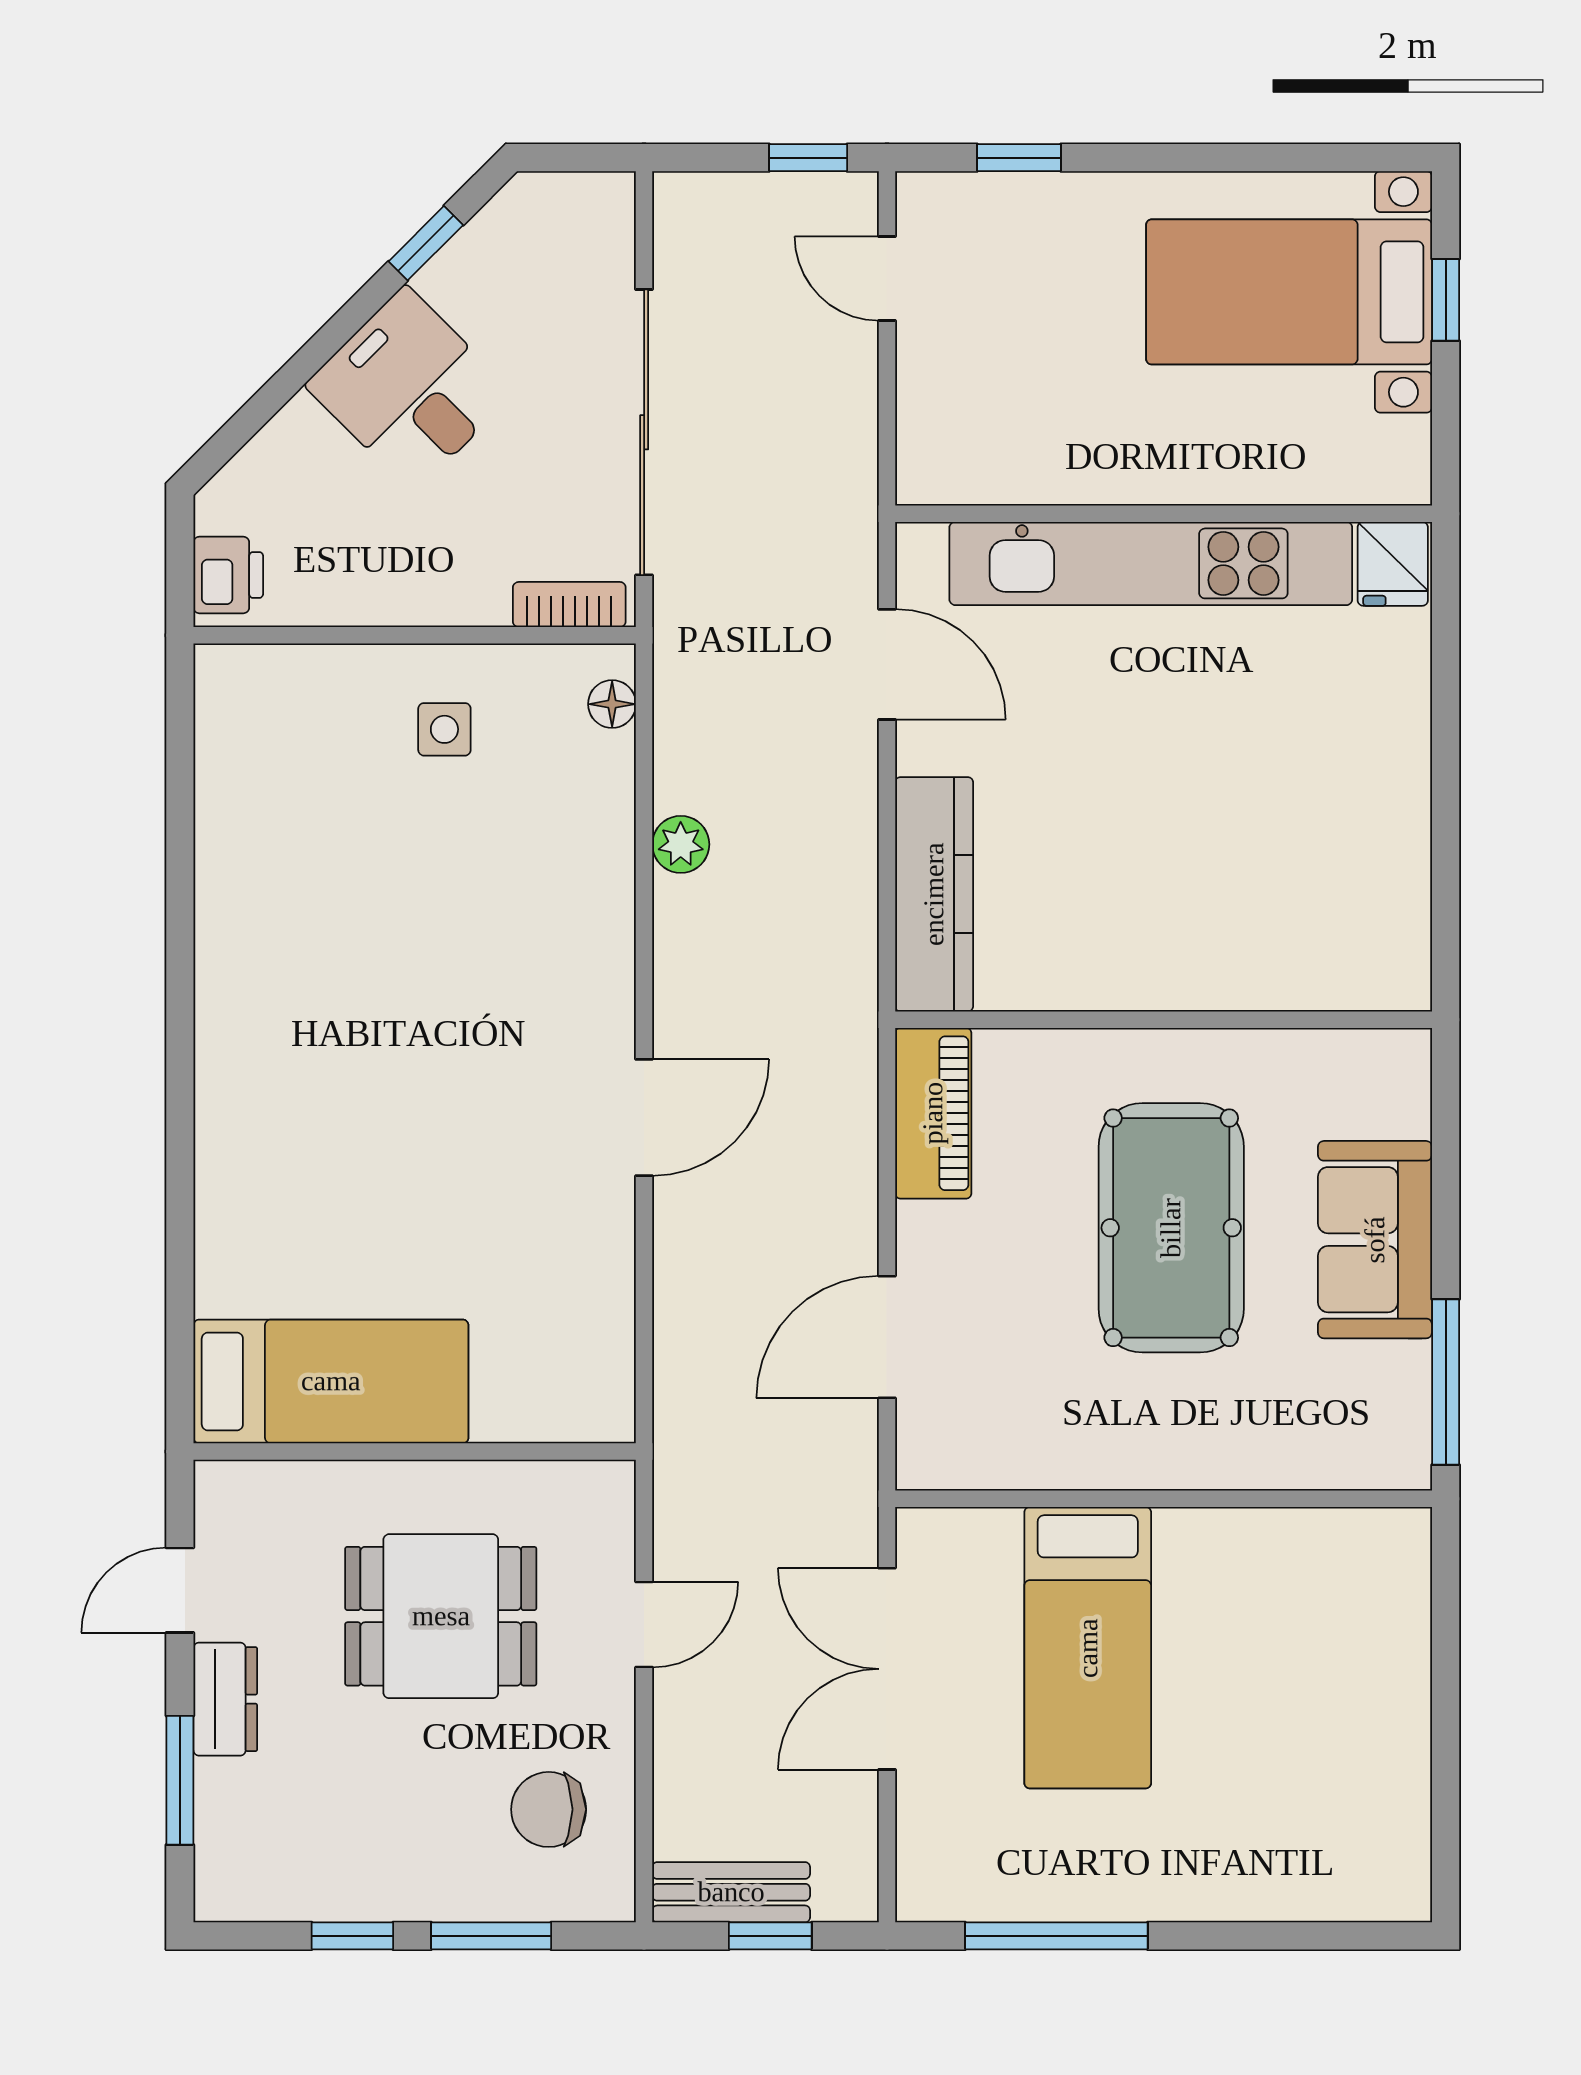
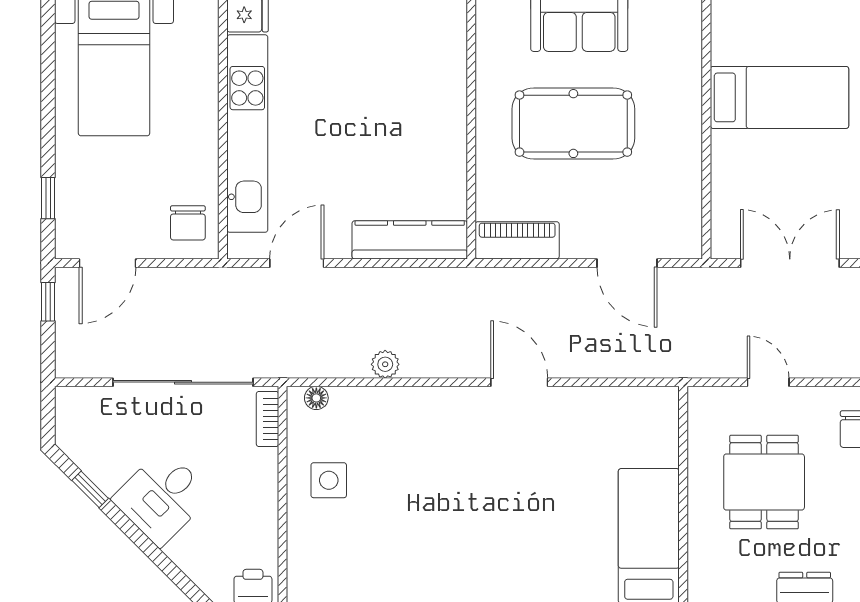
door: (887, 279) -> (107, 263), width x1.38
chair: (969, 442) -> (188, 223), added
side table: (444, 729) -> (329, 480), width x1.37, depth x1.37
bed: (1088, 1648) -> (779, 97), moved
double door: (887, 1669) -> (790, 263), swing flipped

